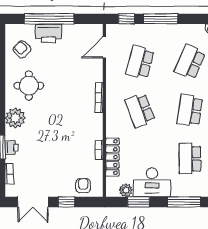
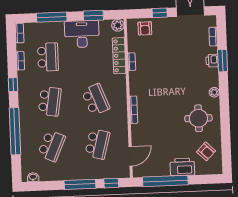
window: (49, 19) -> (165, 181), moved
plant: (15, 118) -> (214, 92), width x0.53, depth x0.53
plant: (126, 190) -> (118, 25), moved

